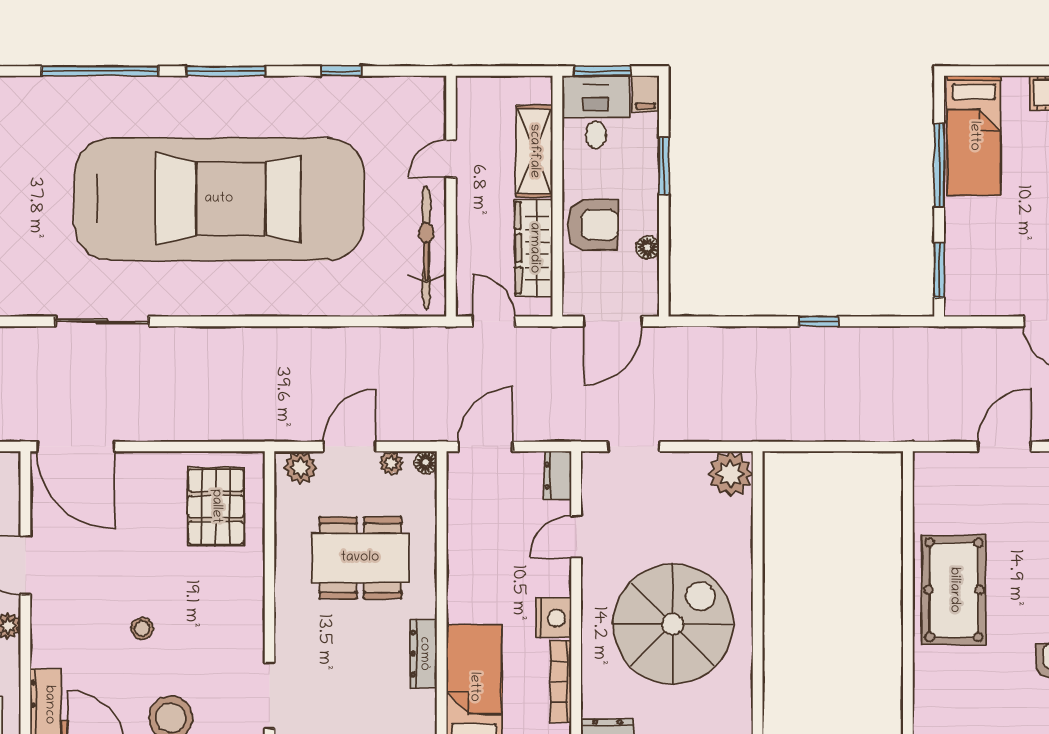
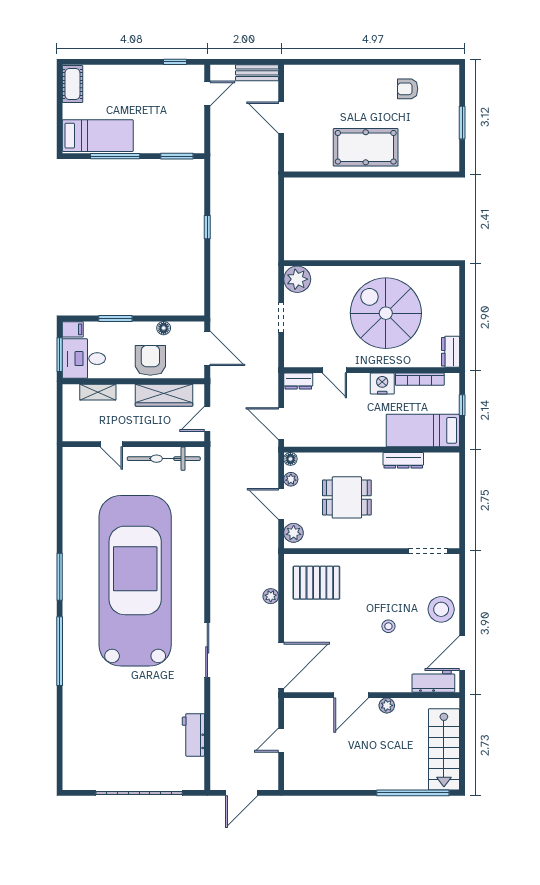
window: (341, 71) -> (60, 509), removed
shelving: (534, 151) -> (98, 392), width x0.67, depth x0.75
plant: (193, 429) -> (271, 596), added
doorway: (634, 447) -> (281, 317), moved
dining table: (360, 558) -> (347, 497), width x0.73

